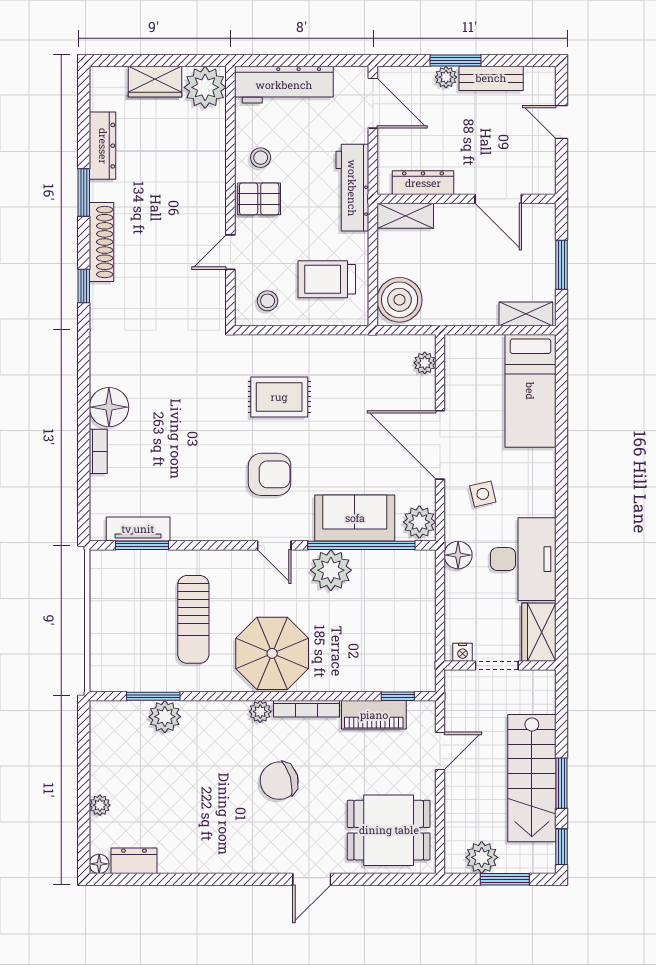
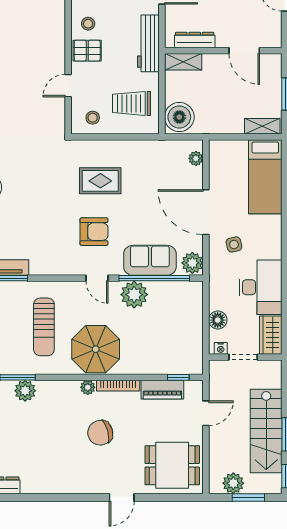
floor lamp: (458, 555) -> (218, 320), moved

